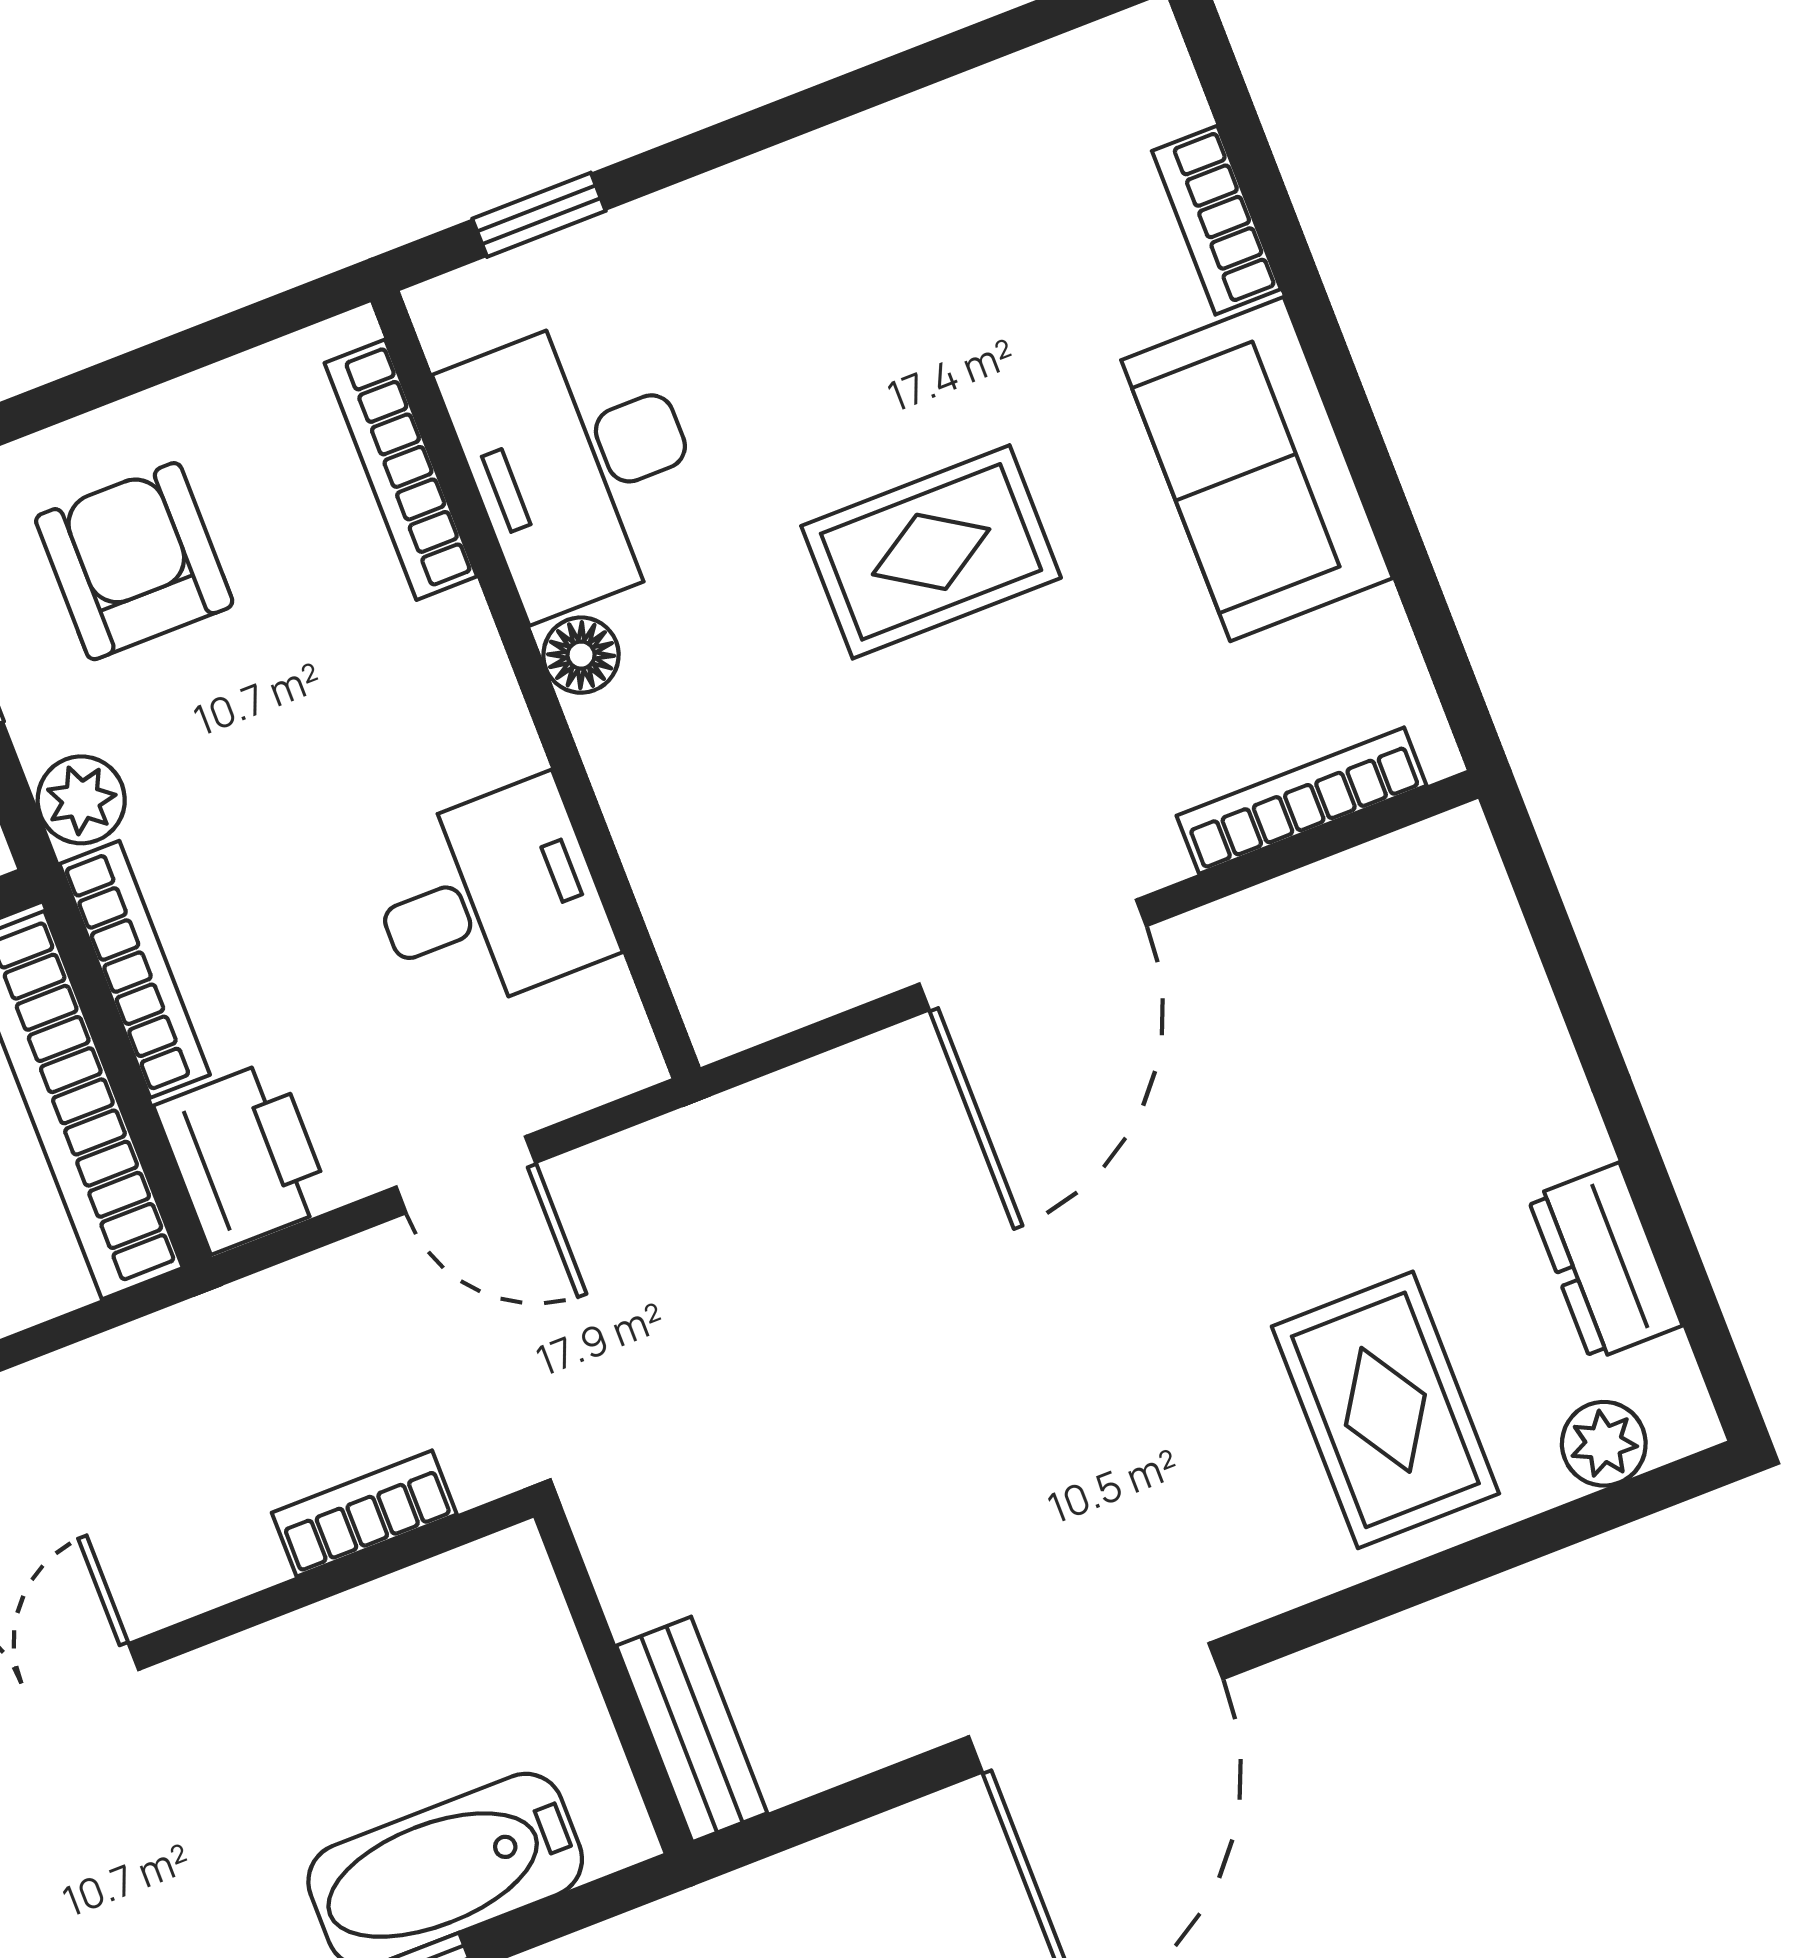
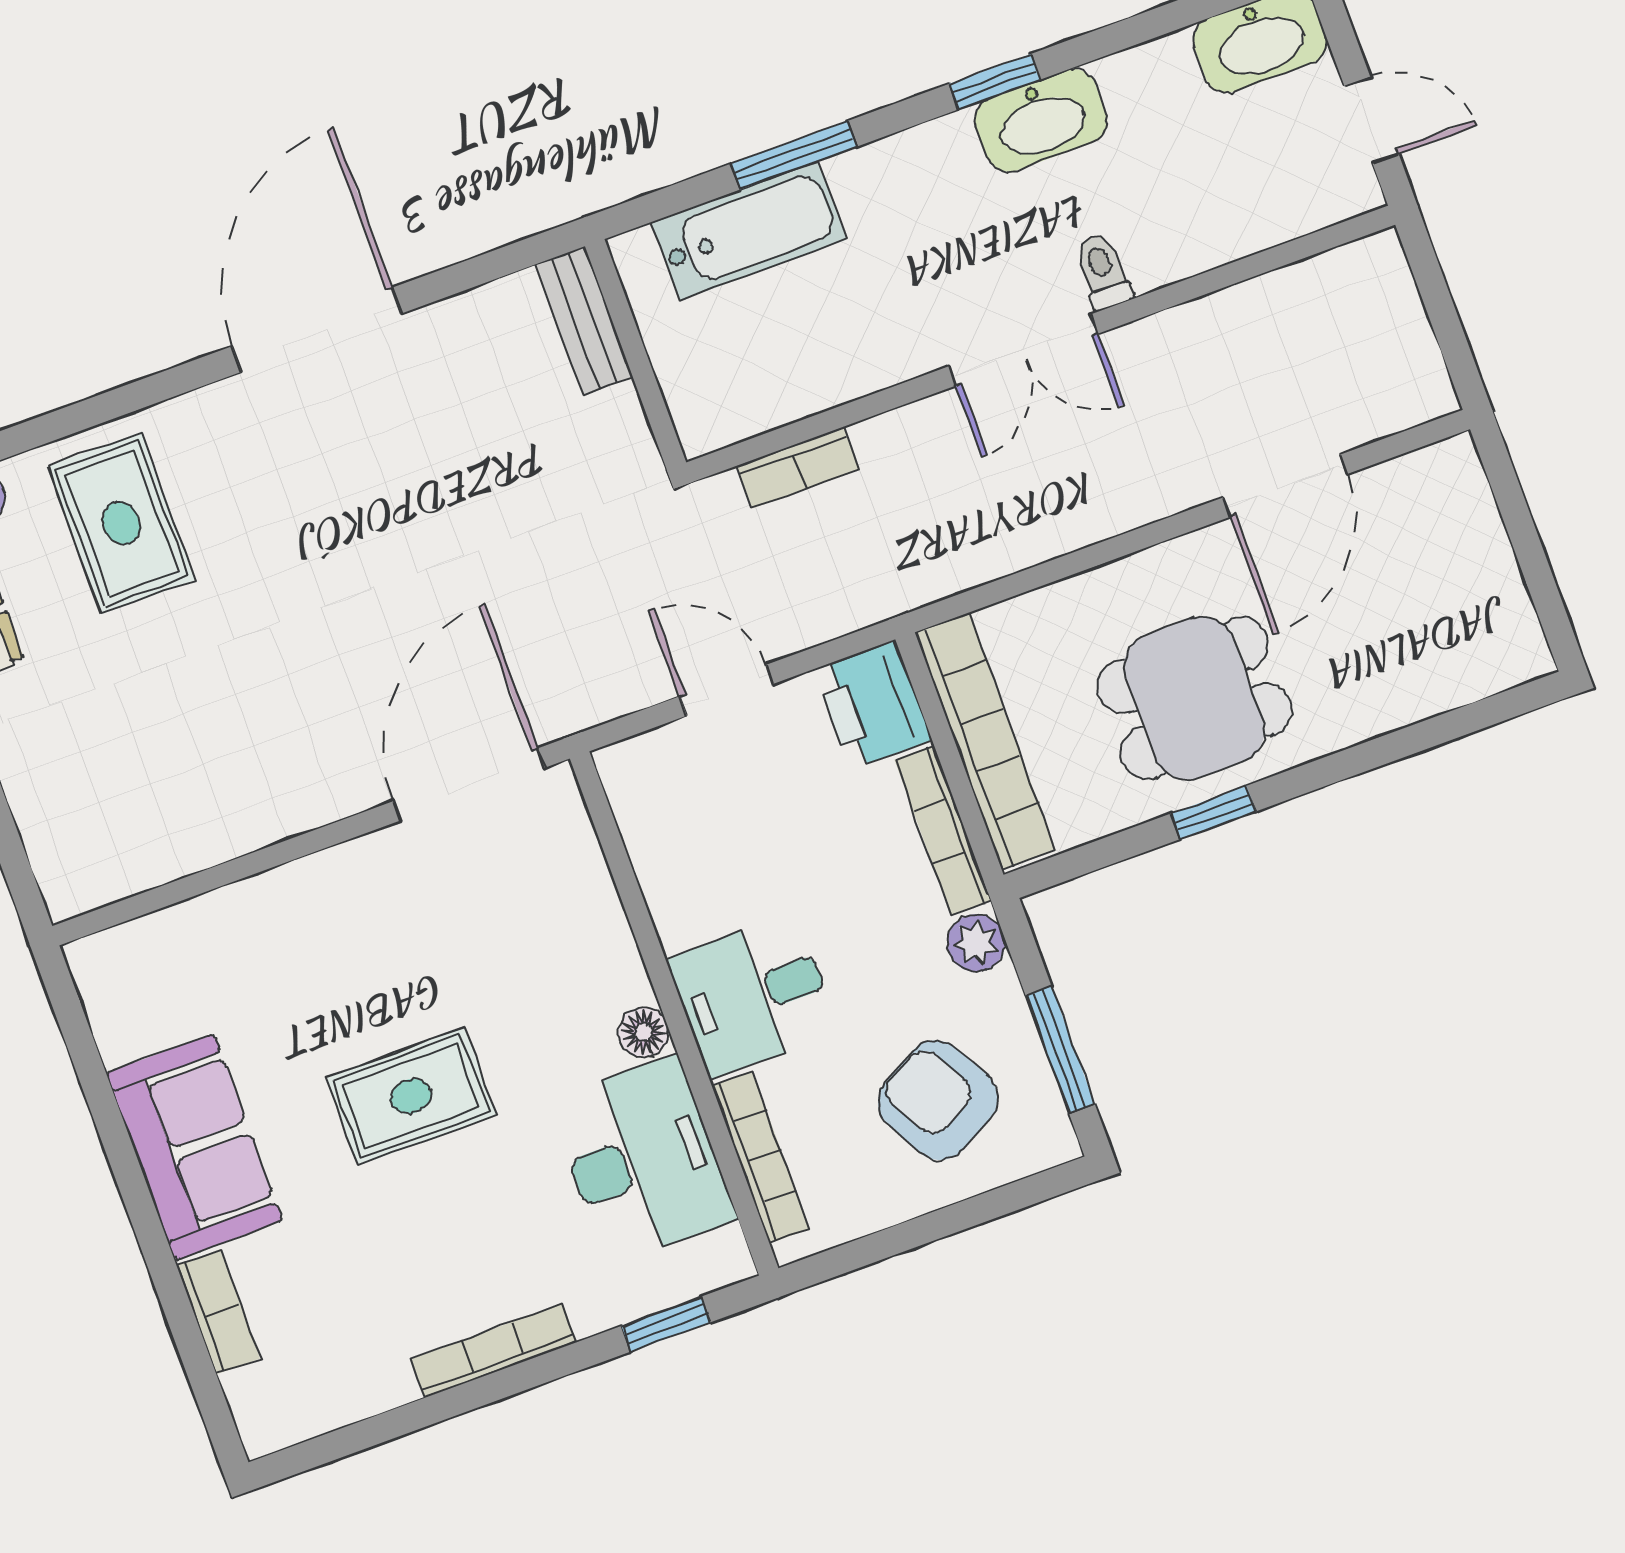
armchair: (134, 561) -> (938, 1100), turned 151
bookcase: (1302, 801) -> (494, 1351), moved, turned 180
desk: (489, 899) -> (753, 996), moved
door: (1033, 955) -> (469, 785), moved

